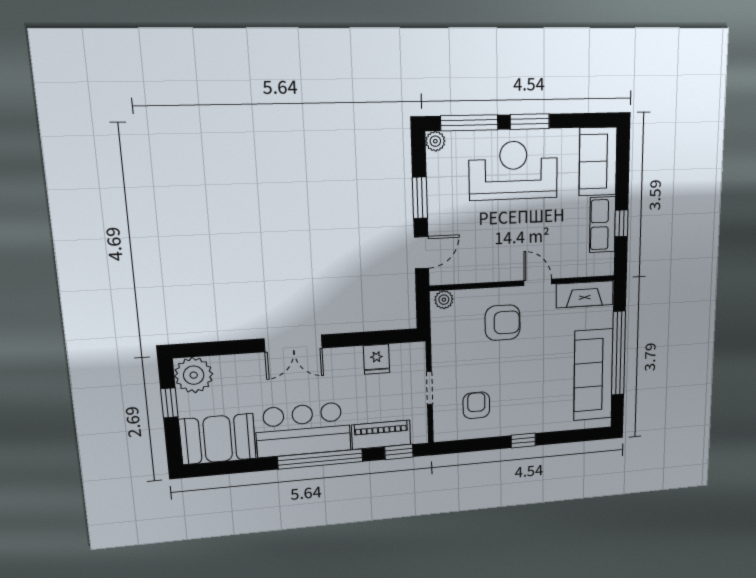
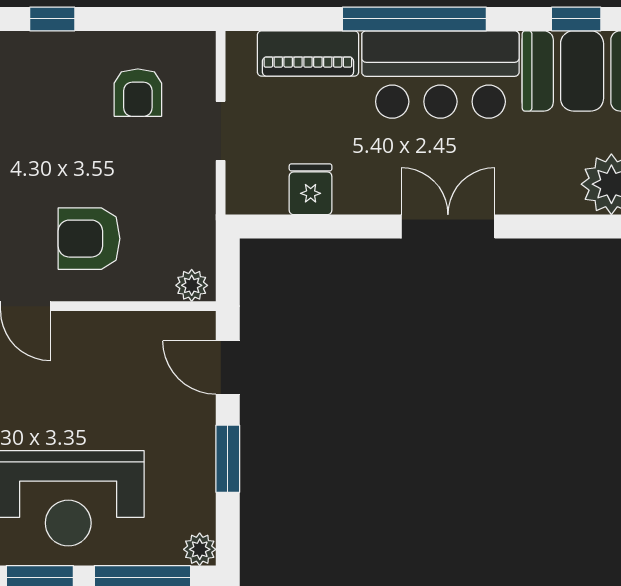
door: (422, 253) -> (228, 368), hinge flipped
window: (399, 452) -> (576, 19), moved

